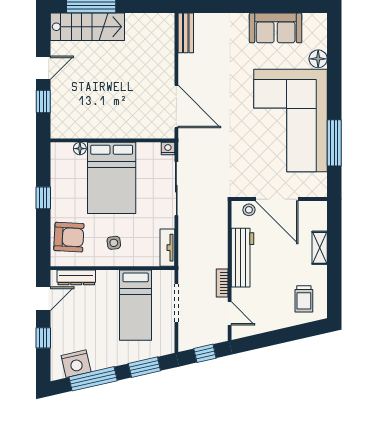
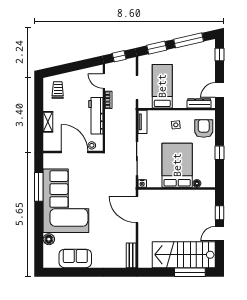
stairs: (87, 27) -> (184, 255), width x1.36, depth x1.51
armchair: (69, 237) -> (204, 128), turned 87
window: (43, 338) -> (220, 55), moved
nightstand: (76, 364) -> (199, 50), removed

